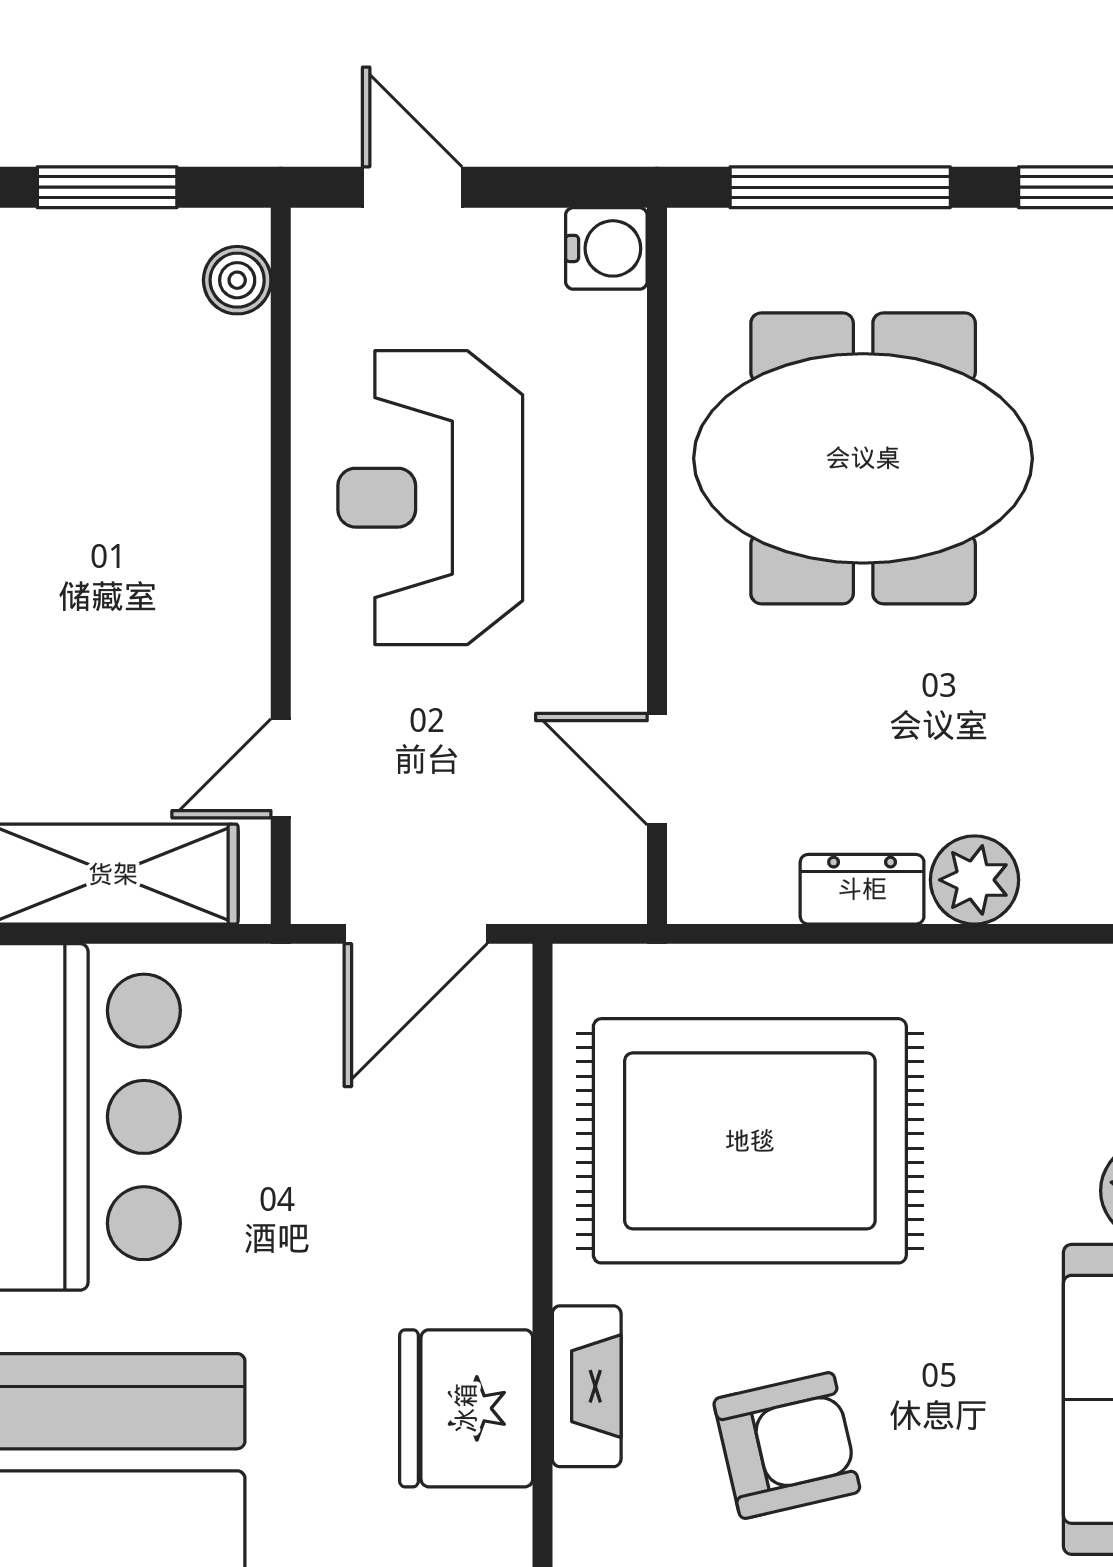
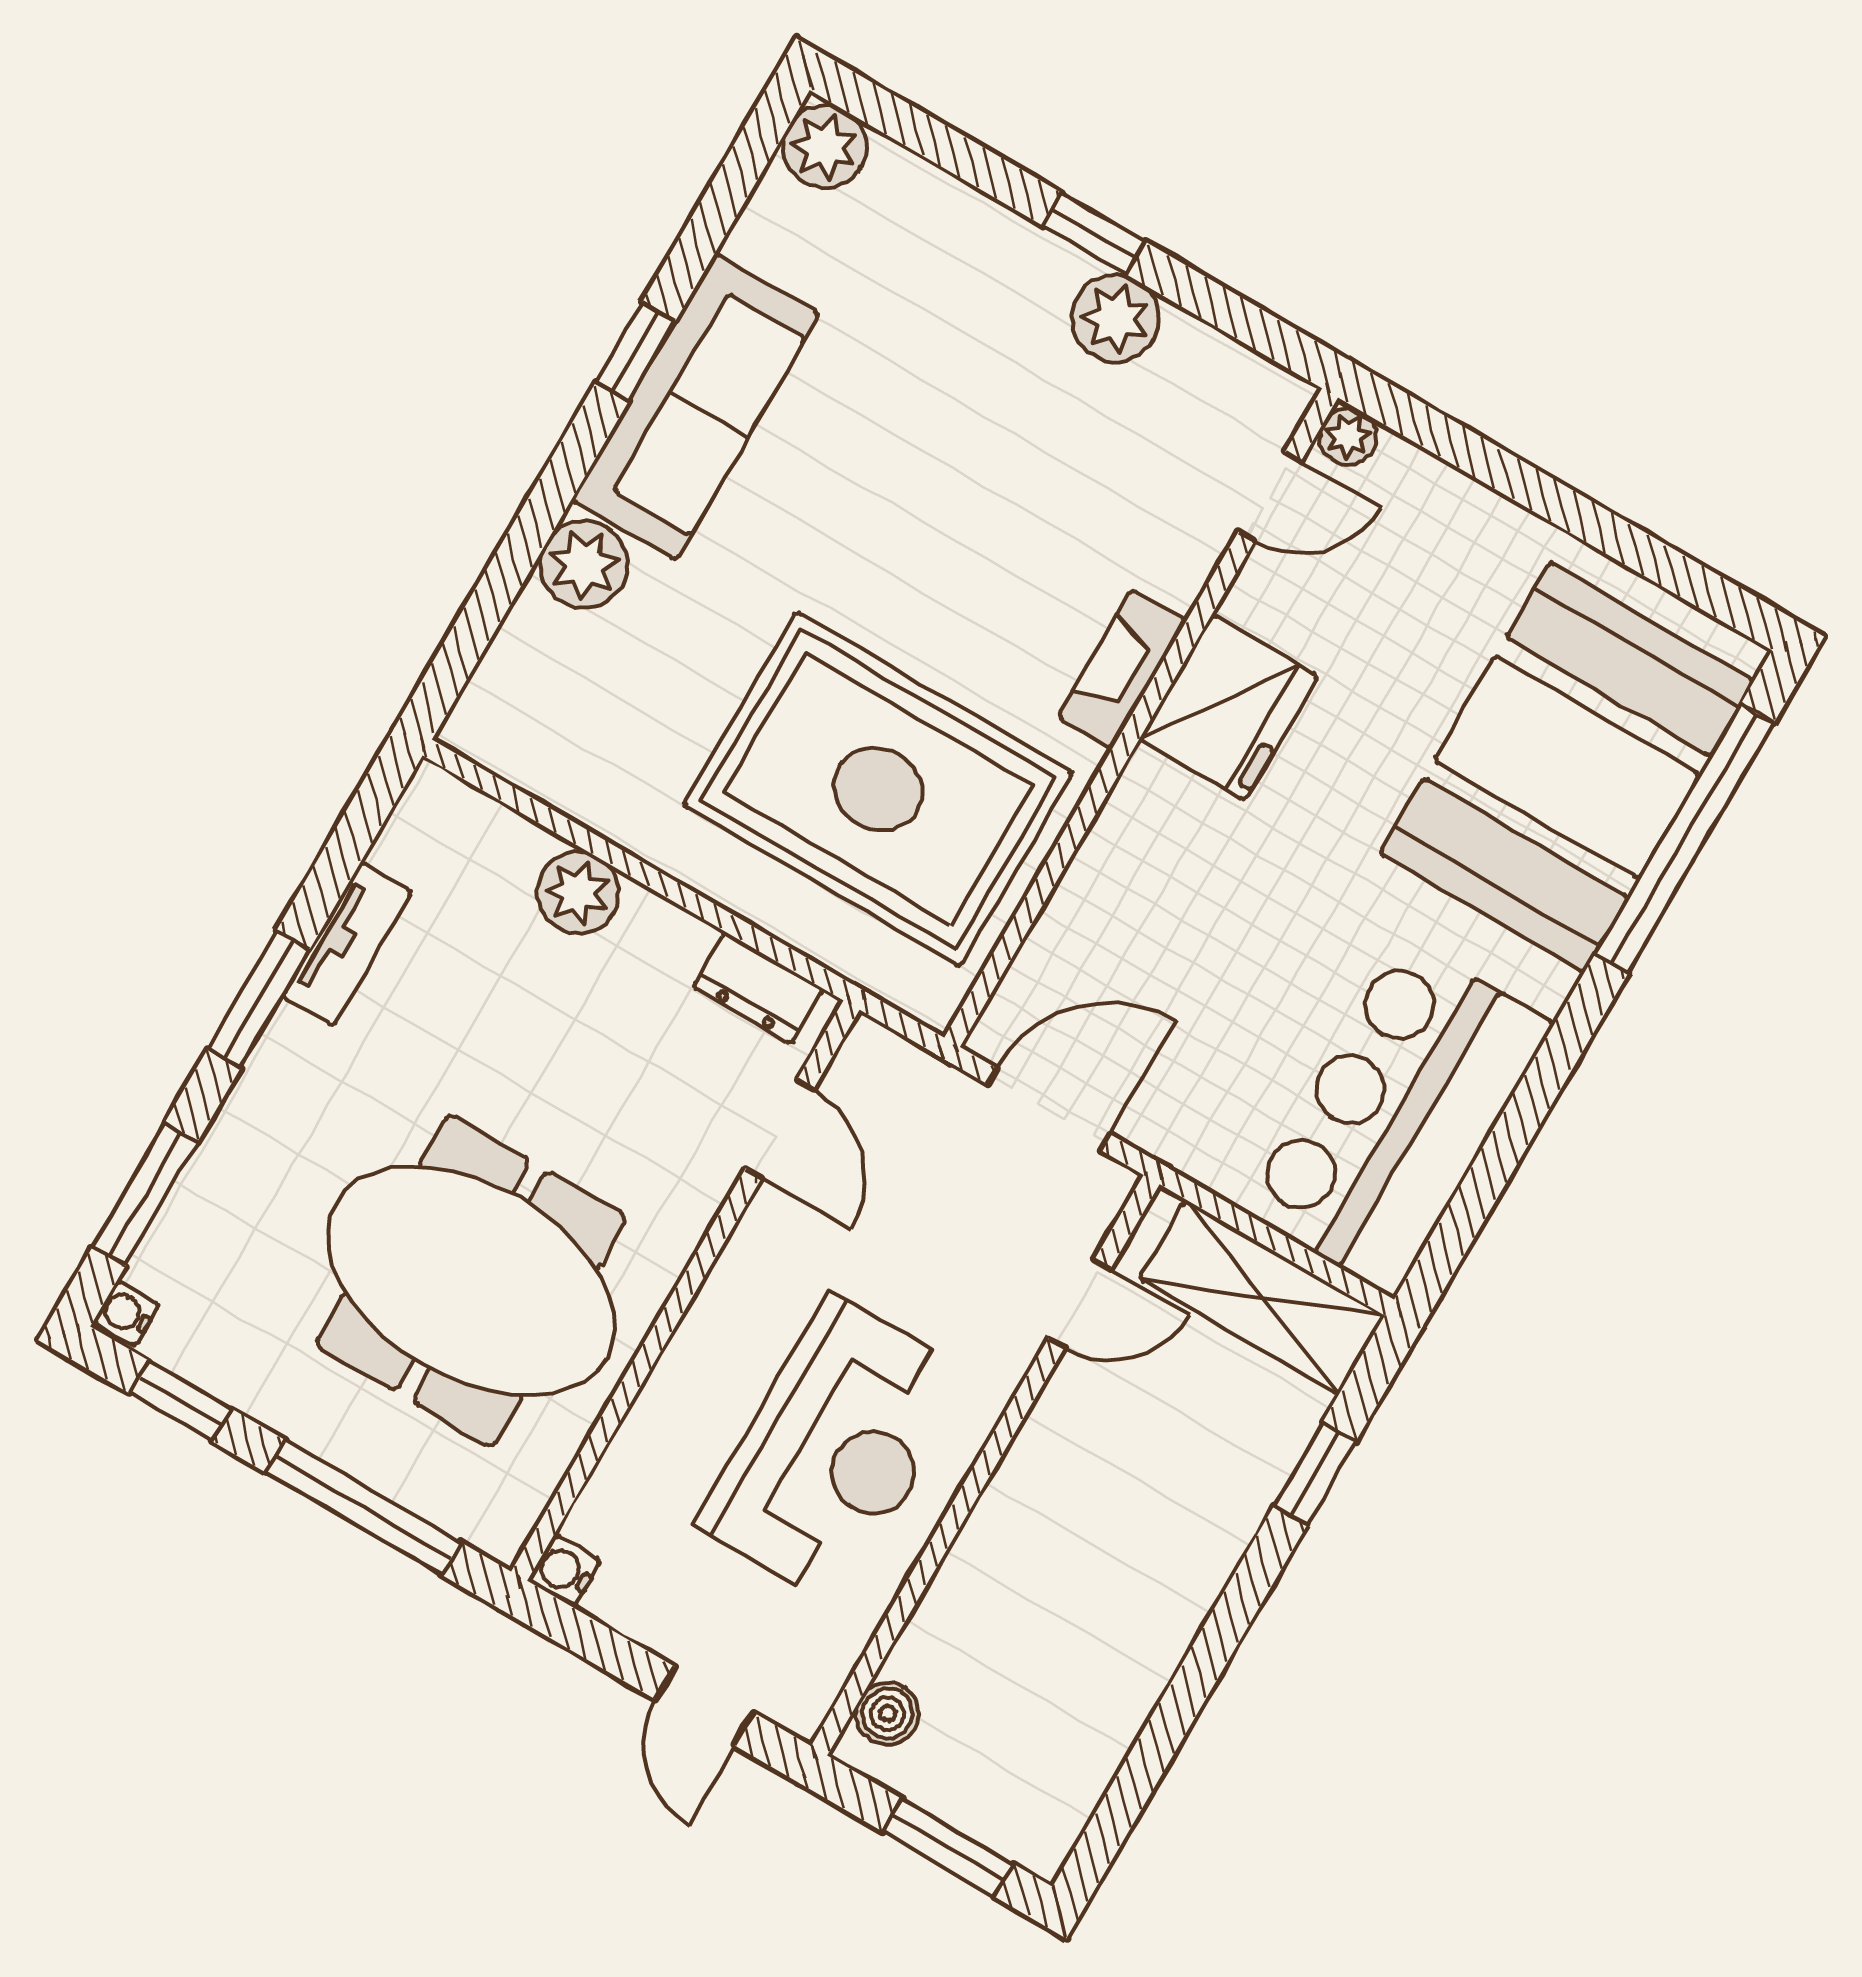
water cooler: (606, 248) -> (564, 1571), width x0.72, depth x0.72
dresser: (862, 889) -> (758, 988), moved
armchair: (787, 1445) -> (990, 529), removed

